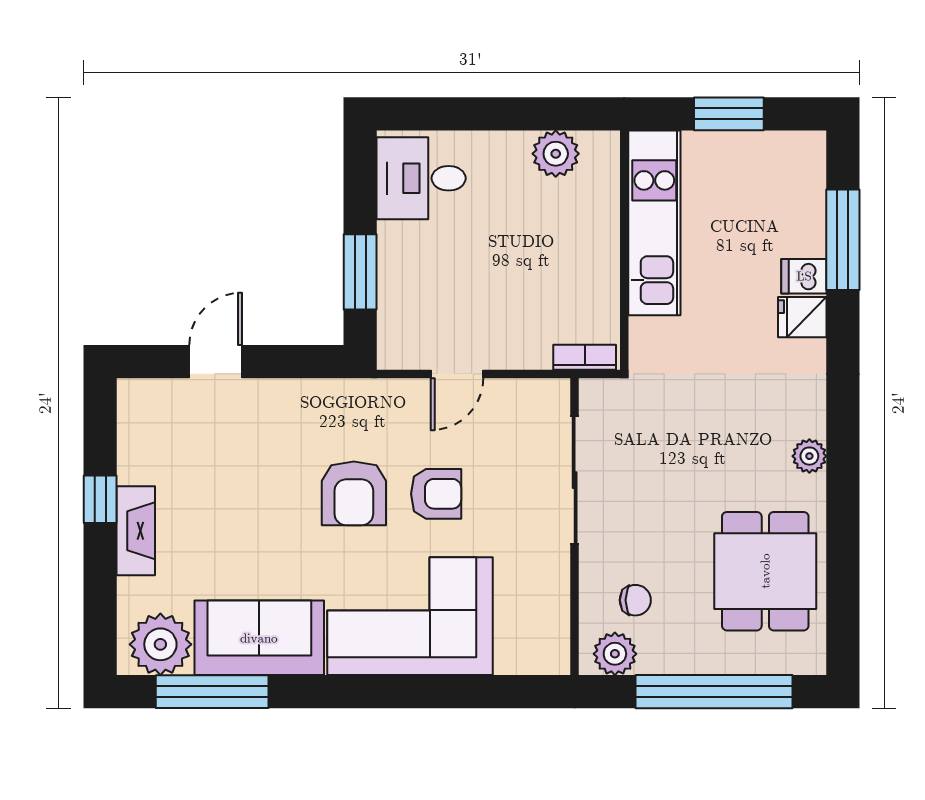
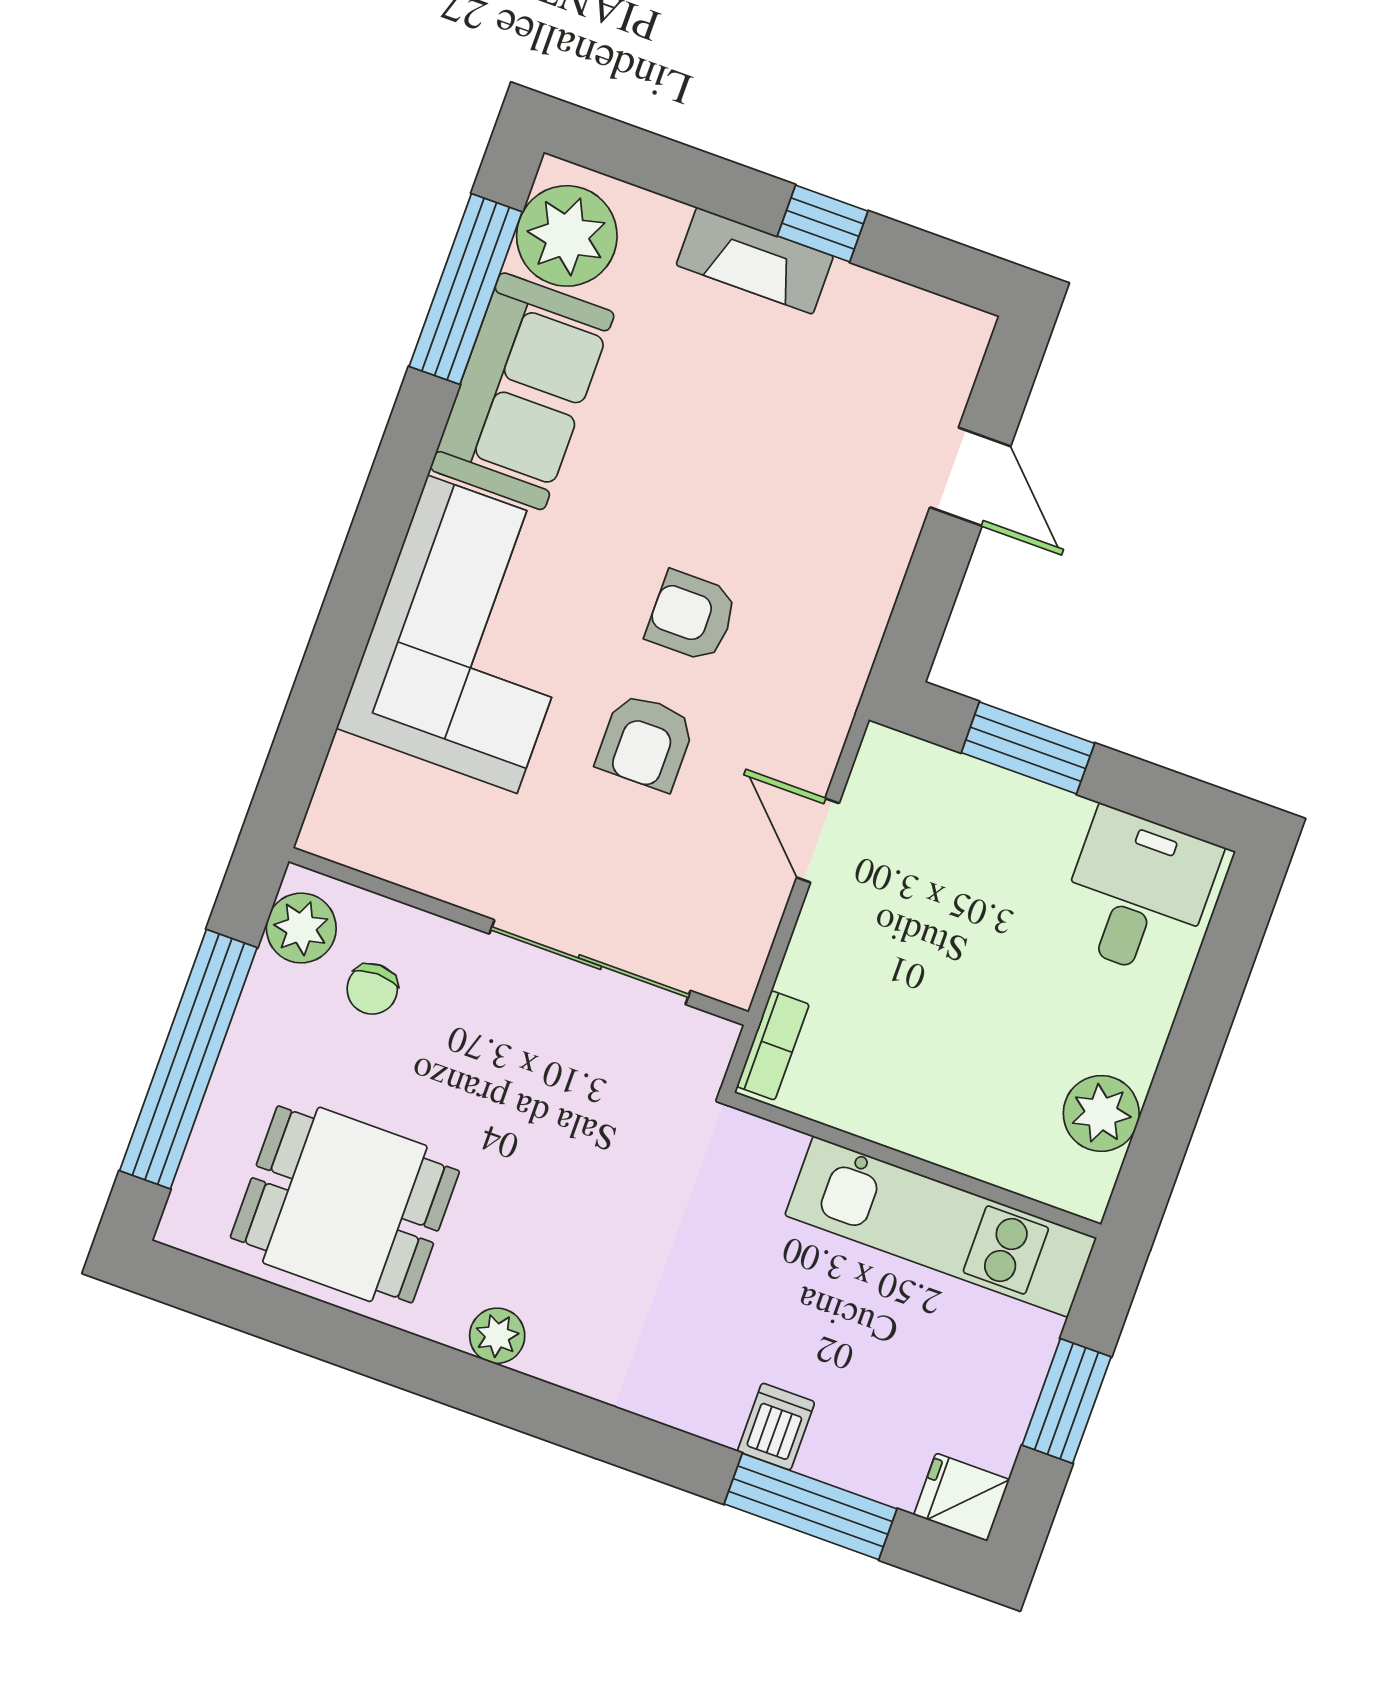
fridge: (802, 317) -> (962, 1497), moved, turned -90
armchair: (354, 493) -> (692, 616), width x0.72, depth x0.72

